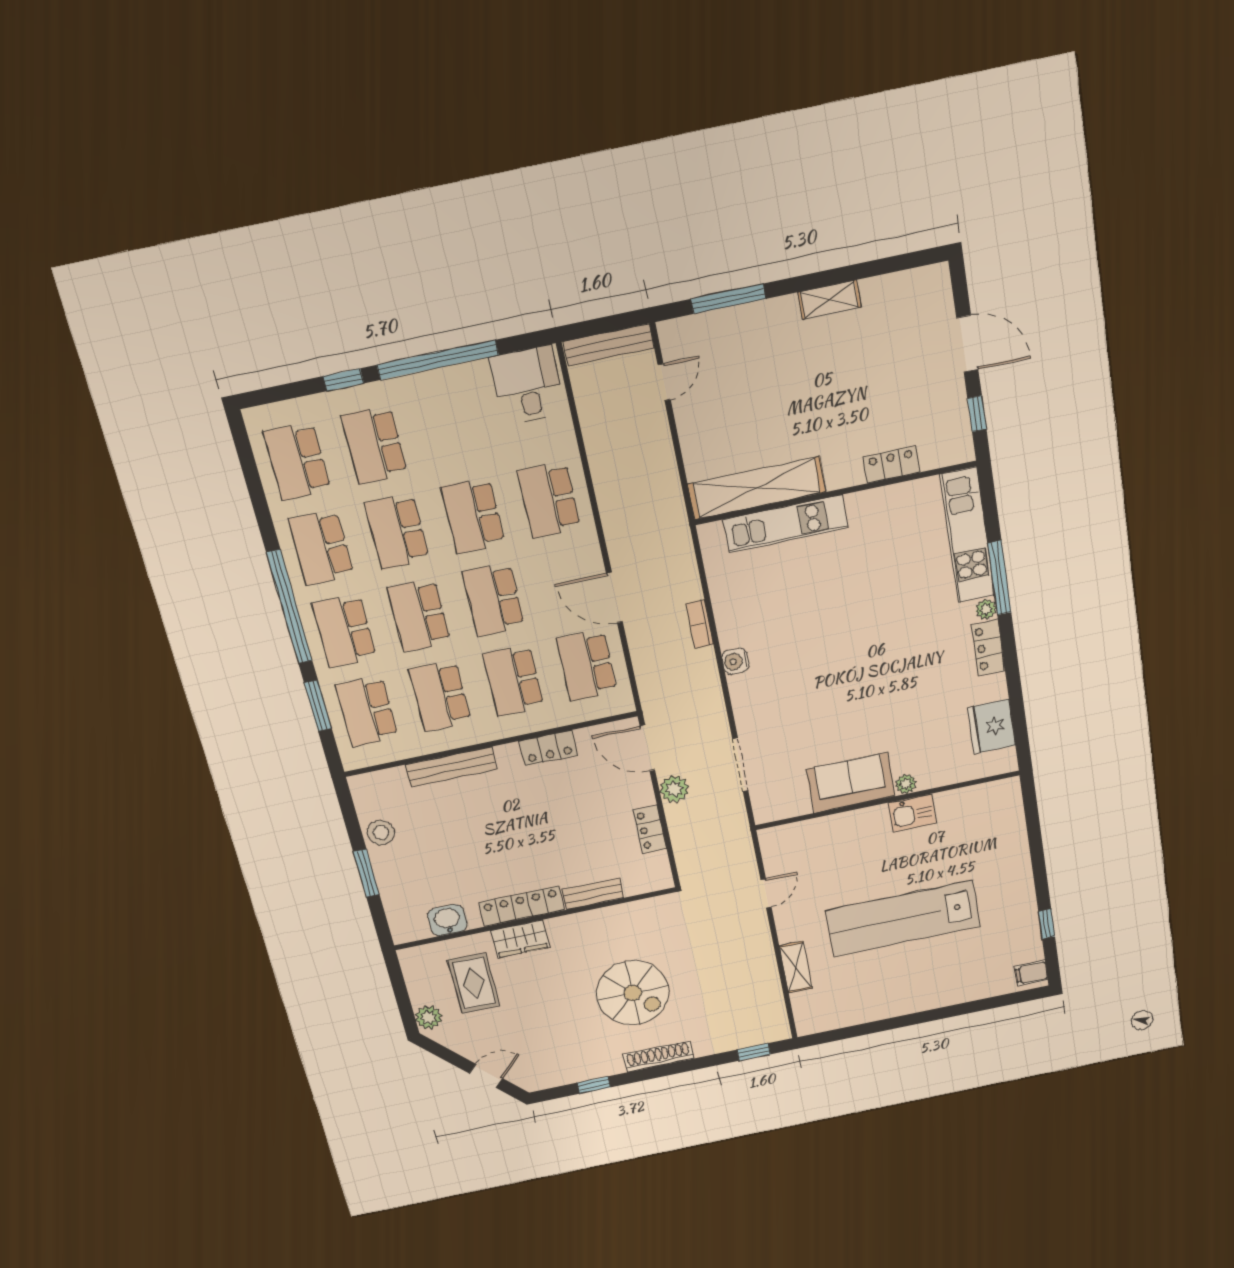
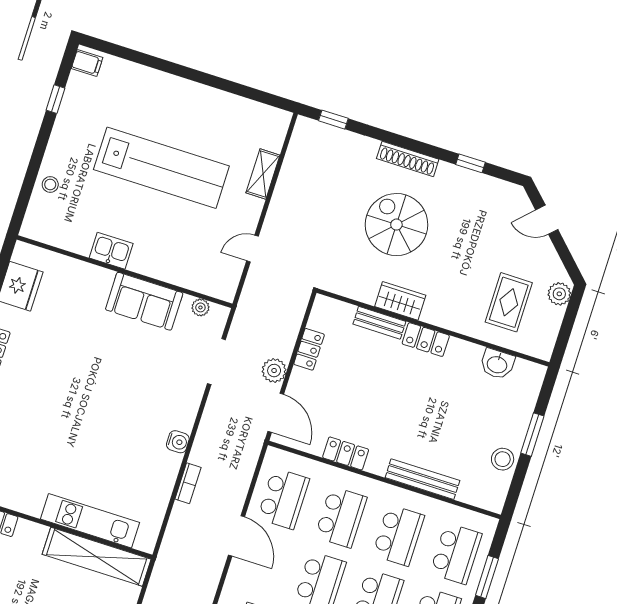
plant: (906, 784) -> (200, 307), moved
stool: (1011, 842) -> (50, 184), added
locker: (521, 906) -> (426, 340), width x0.66
wardrobe: (520, 939) -> (400, 301), moved

